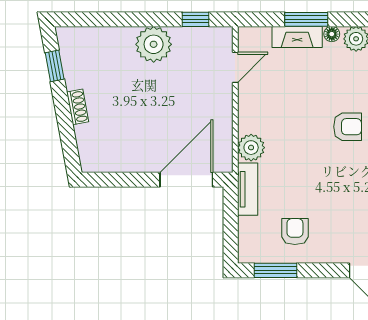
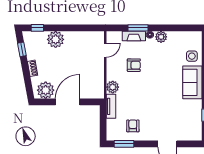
window: (195, 19) -> (37, 28), moved
plant: (154, 44) -> (56, 39), moved
armchair: (348, 127) -> (134, 65), moved
plant: (106, 154) -> (46, 90), added
door: (186, 180) -> (68, 102), moved

